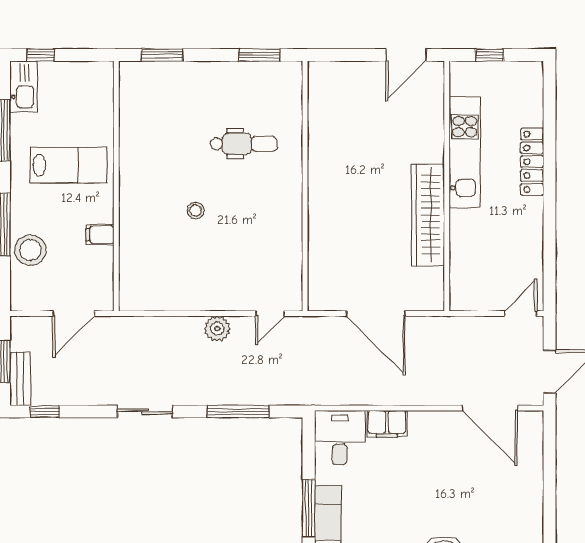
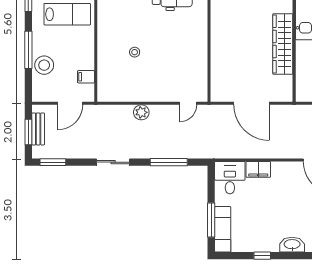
stool: (196, 211) -> (135, 52), moved
filing cabinet: (100, 235) -> (86, 77), moved
plant: (217, 329) -> (141, 112), moved
bench: (20, 379) -> (38, 129), moved
window: (45, 412) -> (53, 162), width x1.50

